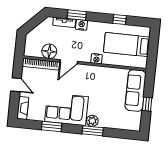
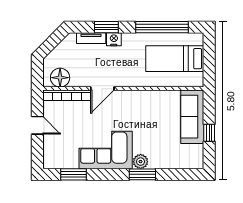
window: (119, 19) -> (162, 27), width x3.17
floor lamp: (49, 51) -> (60, 78), moved
nightstand: (97, 59) -> (138, 81), removed
fireplace: (23, 108) -> (49, 154), removed
window: (52, 126) -> (74, 174), moved

